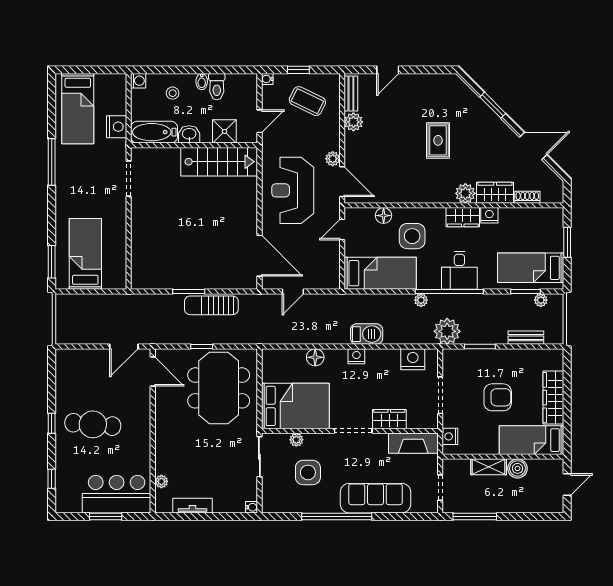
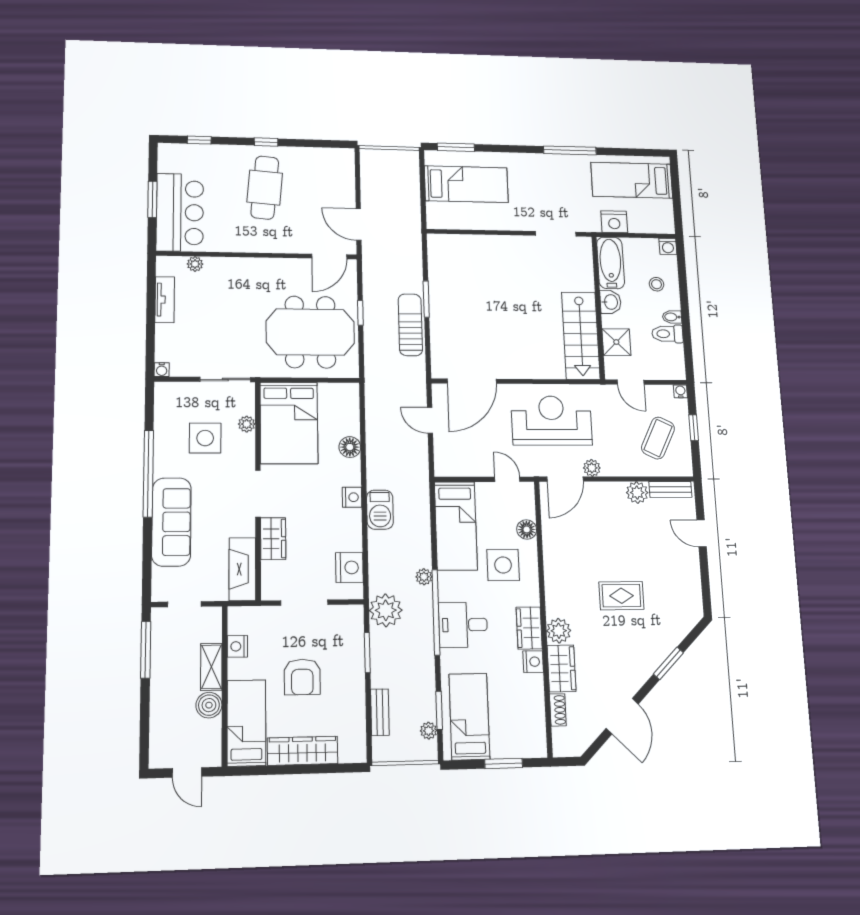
nightstand: (450, 436) -> (237, 646), moved, turned -90

